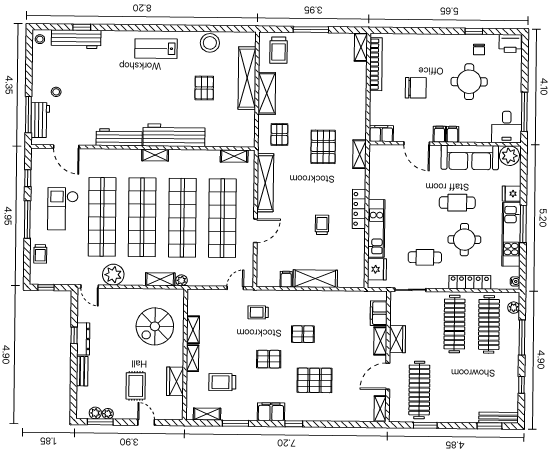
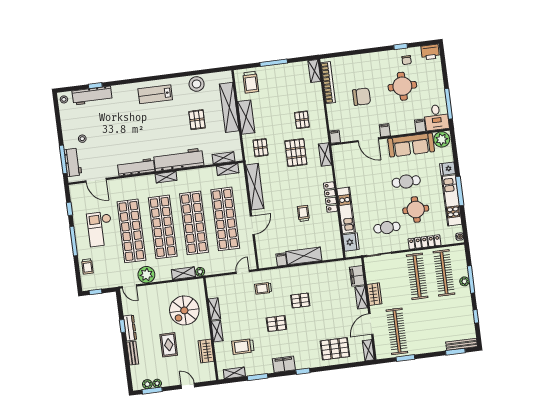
pallet: (337, 107) -> (302, 120), added
filing cabinet: (381, 134) -> (335, 137), width x0.50
filing cabinet: (453, 134) -> (420, 126), moved
shelving: (231, 141) -> (224, 158), added
plant: (514, 308) -> (464, 281), moved
pallet: (314, 380) -> (335, 349), moved
rug: (136, 386) -> (169, 345), moved

